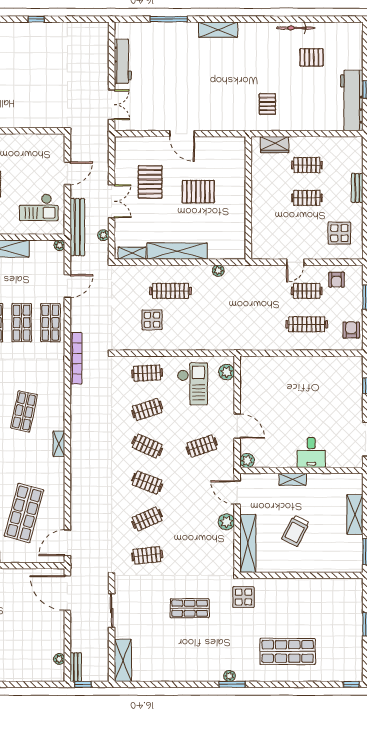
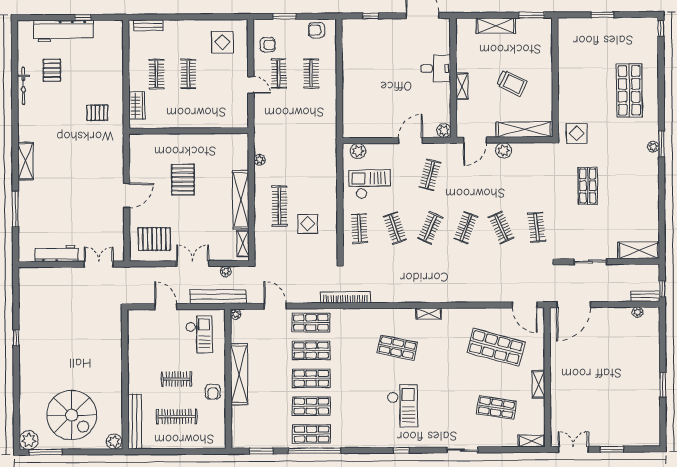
workbench: (352, 100) -> (64, 31), moved
pallet: (150, 182) -> (154, 239), moved
bench: (357, 188) -> (148, 25), moved
clothes rail: (307, 324) -> (311, 73), width x0.73
clothes rail: (202, 446) -> (430, 175), turned 33

